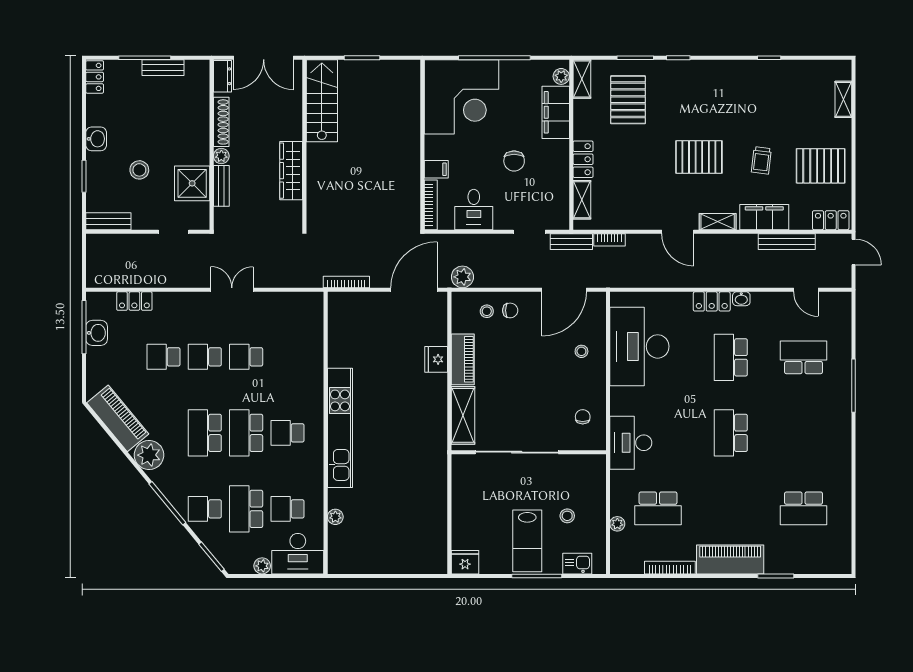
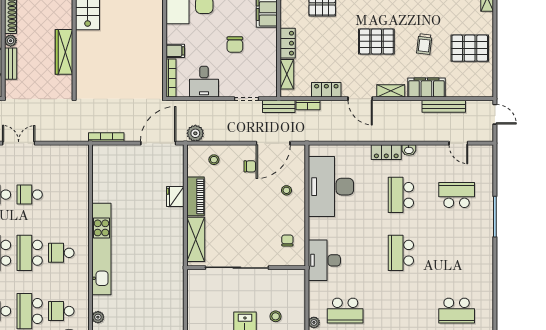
locker: (831, 220) -> (326, 90), moved
chair: (510, 310) -> (250, 166), moved

